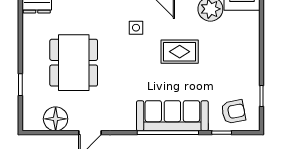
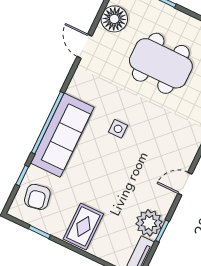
side table: (136, 28) -> (118, 129), moved
rug: (180, 52) -> (83, 226), moved

